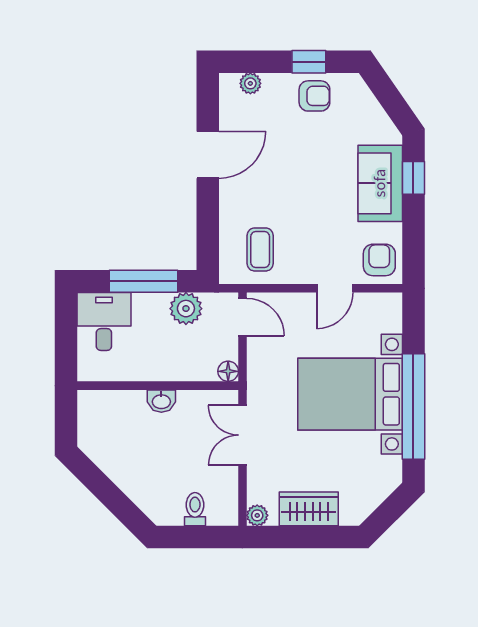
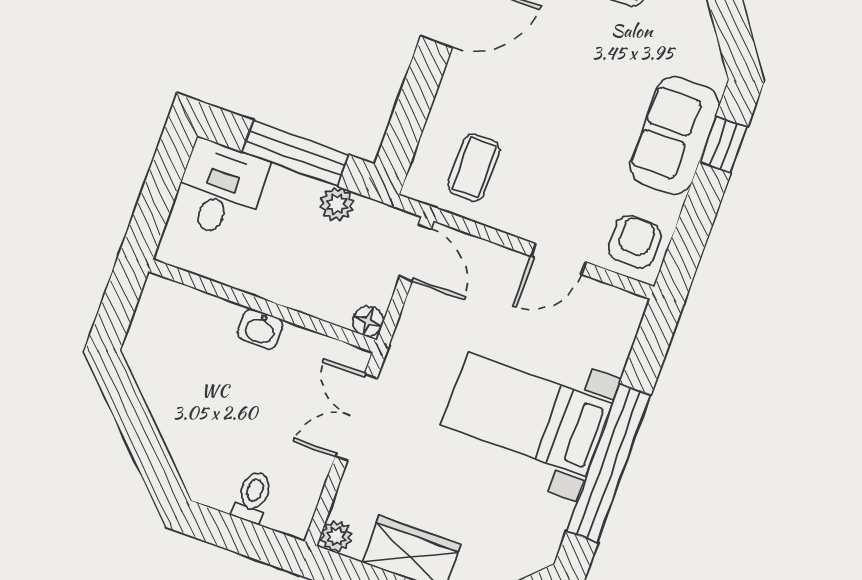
plant: (186, 309) -> (337, 204), width x0.73, depth x0.73
bed with nightstands: (350, 394) -> (527, 414), width x0.73

